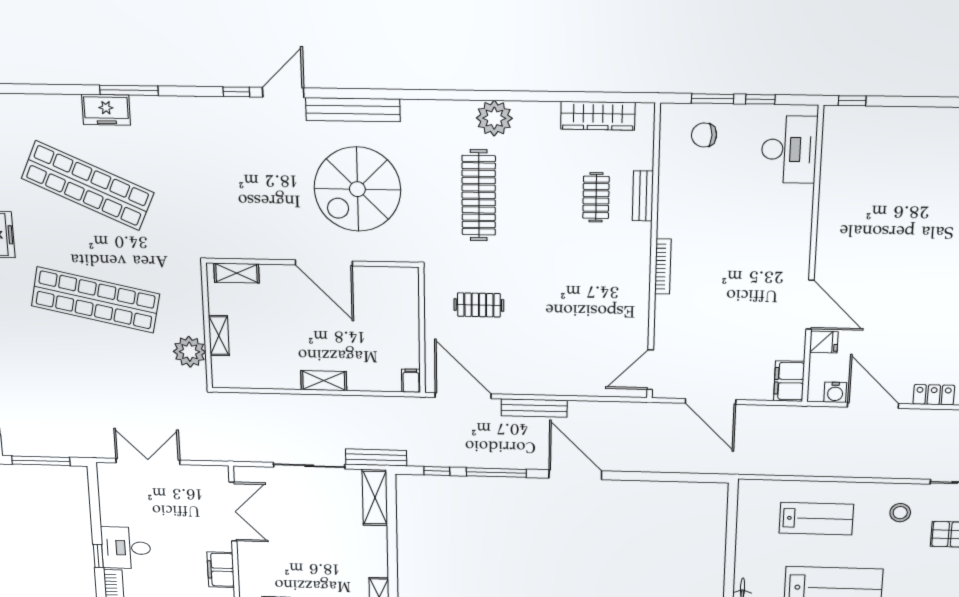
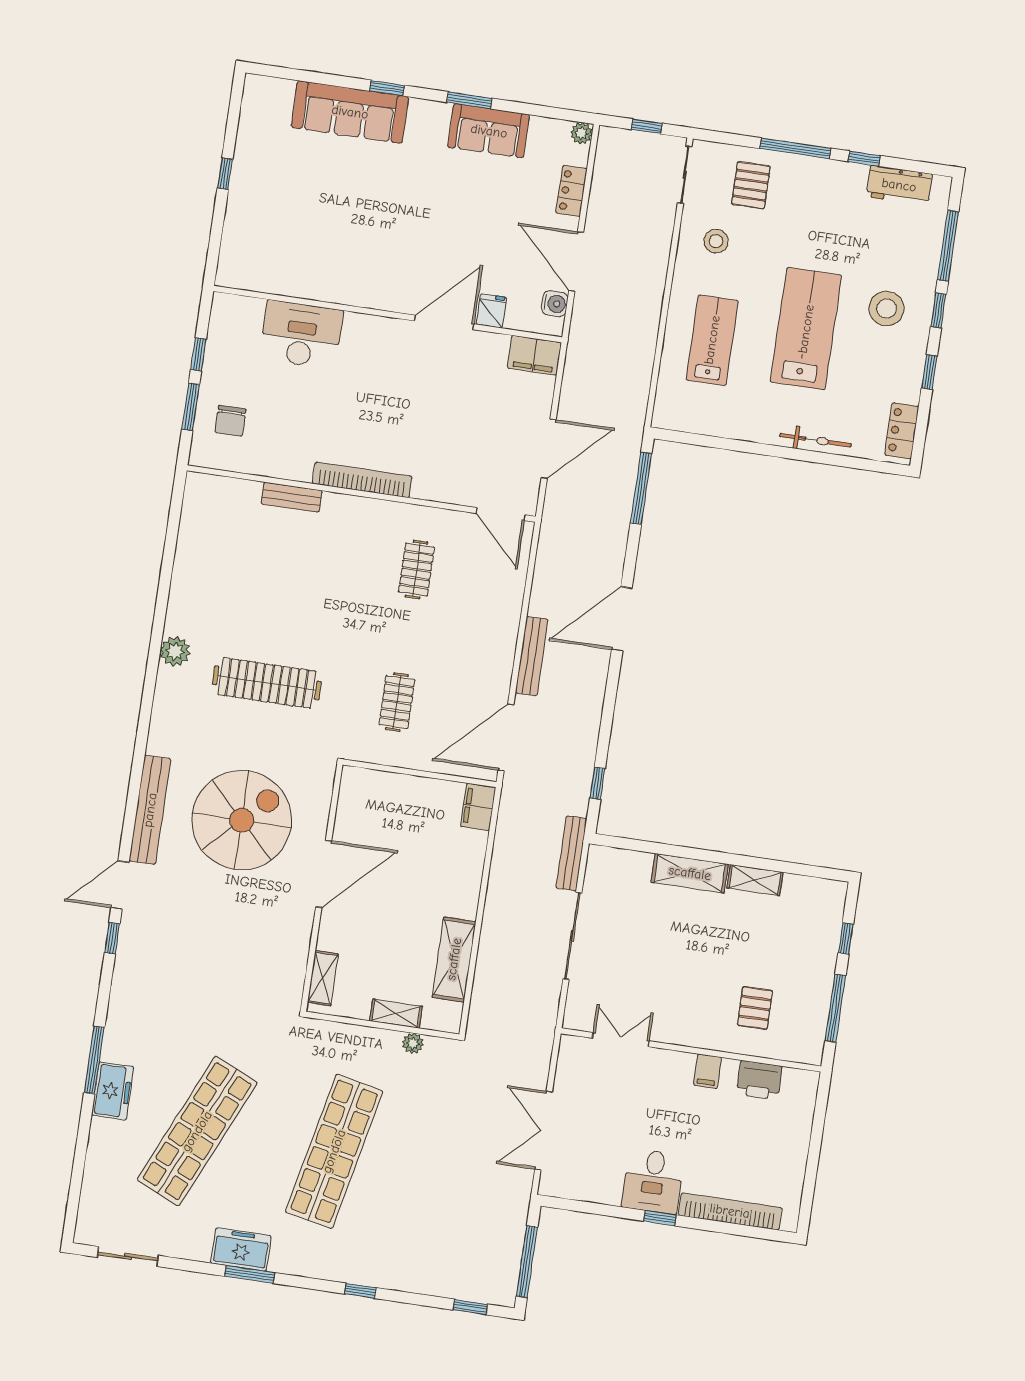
door: (283, 93) -> (120, 885), hinge flipped
window: (852, 101) -> (225, 174), moved
wardrobe: (598, 116) -> (193, 536), removed
plant: (494, 118) -> (175, 651), width x0.73, depth x0.73
desk: (789, 149) -> (301, 335), moved
spiral stairs: (357, 189) -> (242, 820), turned -90
clothes rail: (596, 197) -> (416, 570), moved, turned 90
bookcase: (663, 267) -> (362, 480), width x1.48, depth x1.31
plant: (190, 352) -> (413, 1043), width x0.53, depth x0.53
shelving: (324, 381) -> (454, 959), moved, width x1.50, depth x1.33
filing cabinet: (411, 381) -> (478, 807), width x2.00
door: (873, 405) -> (576, 262), hinge flipped
window: (496, 473) -> (641, 488), moved
shelving: (375, 498) -> (690, 873), moved
double door: (233, 512) -> (621, 1040), width x0.73
filing cabinet: (221, 570) -> (708, 1071), width x0.50

